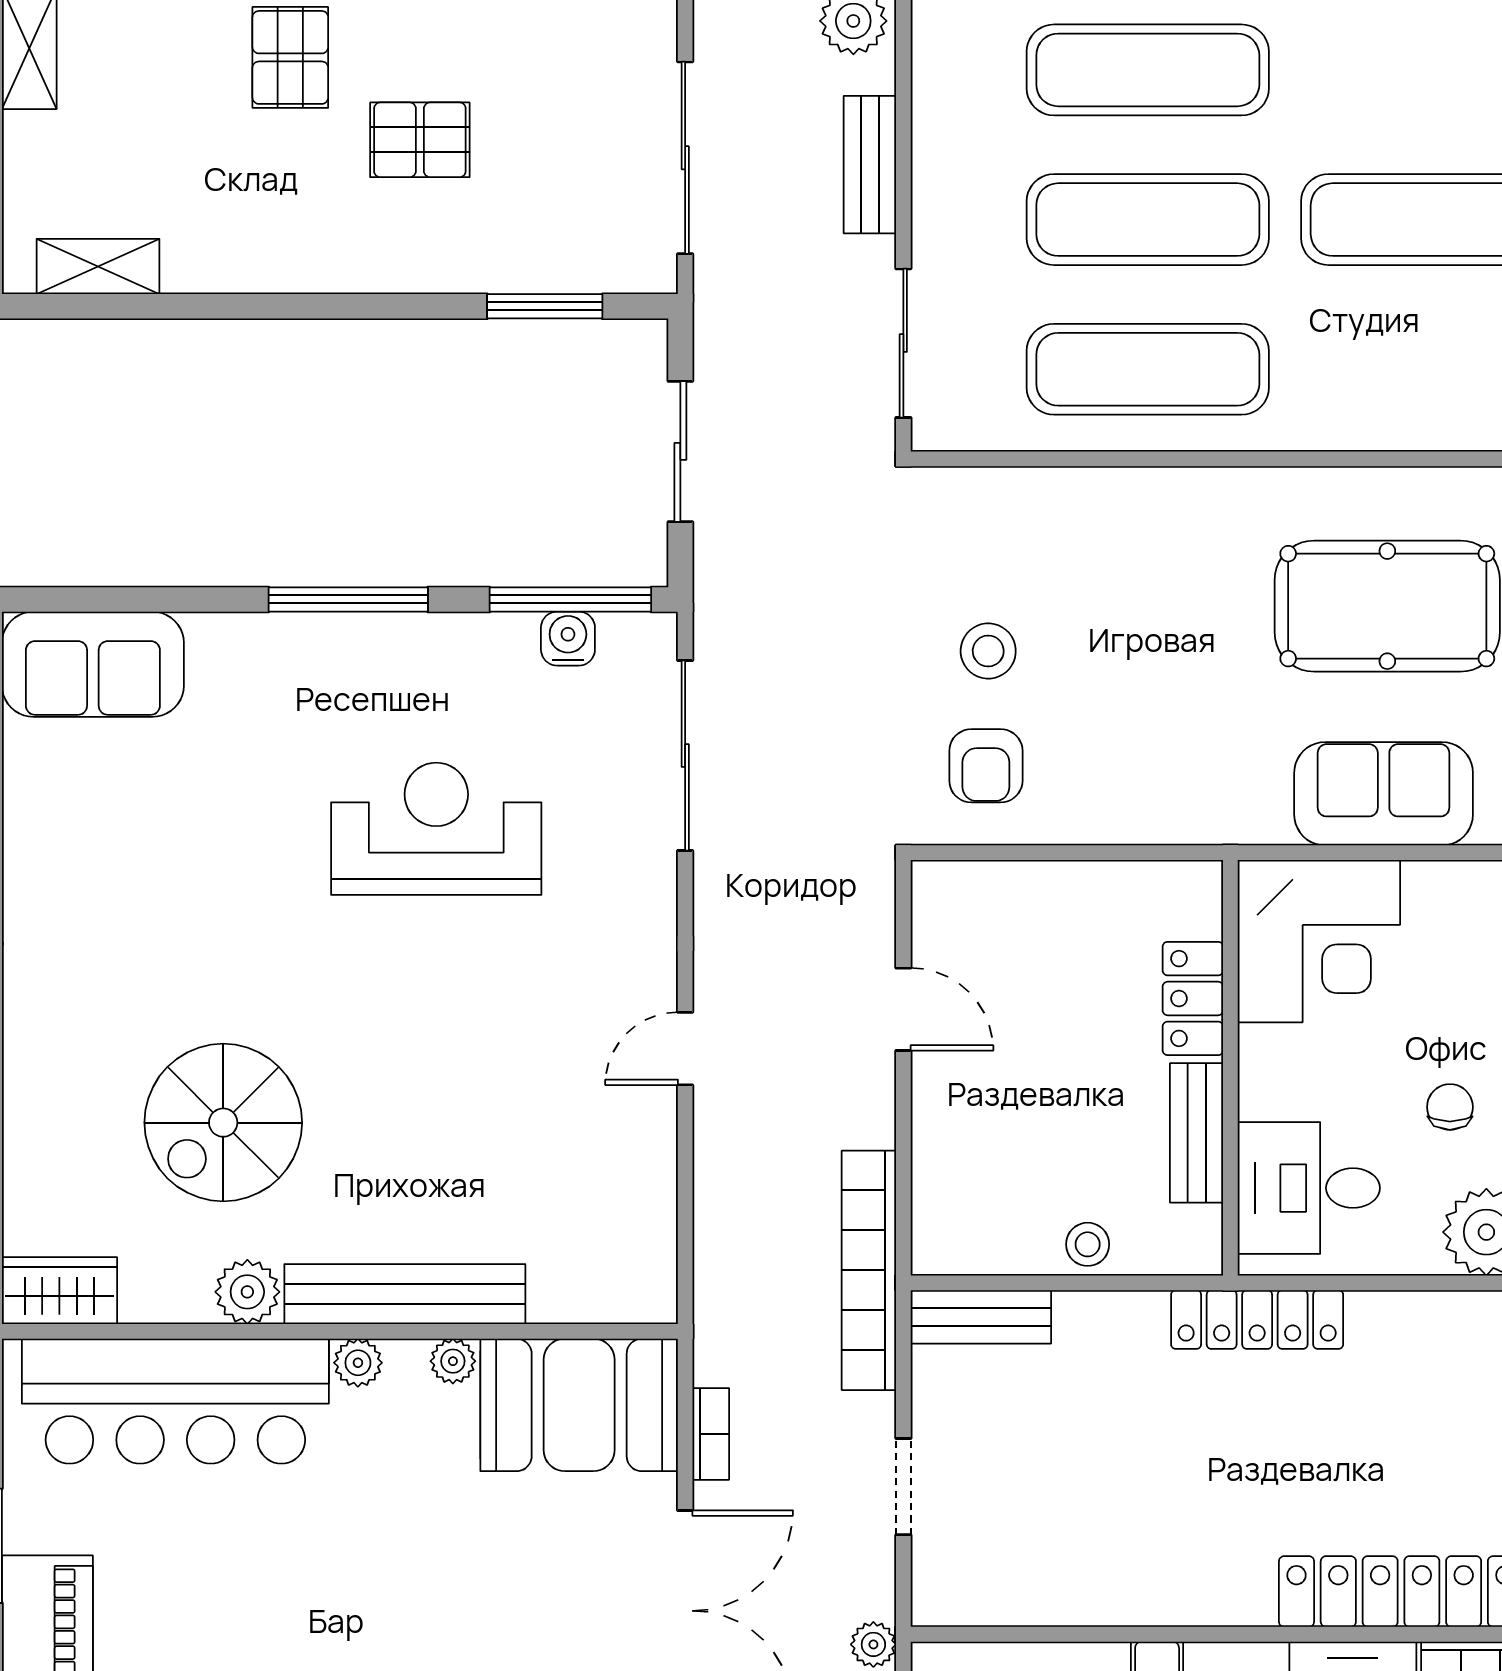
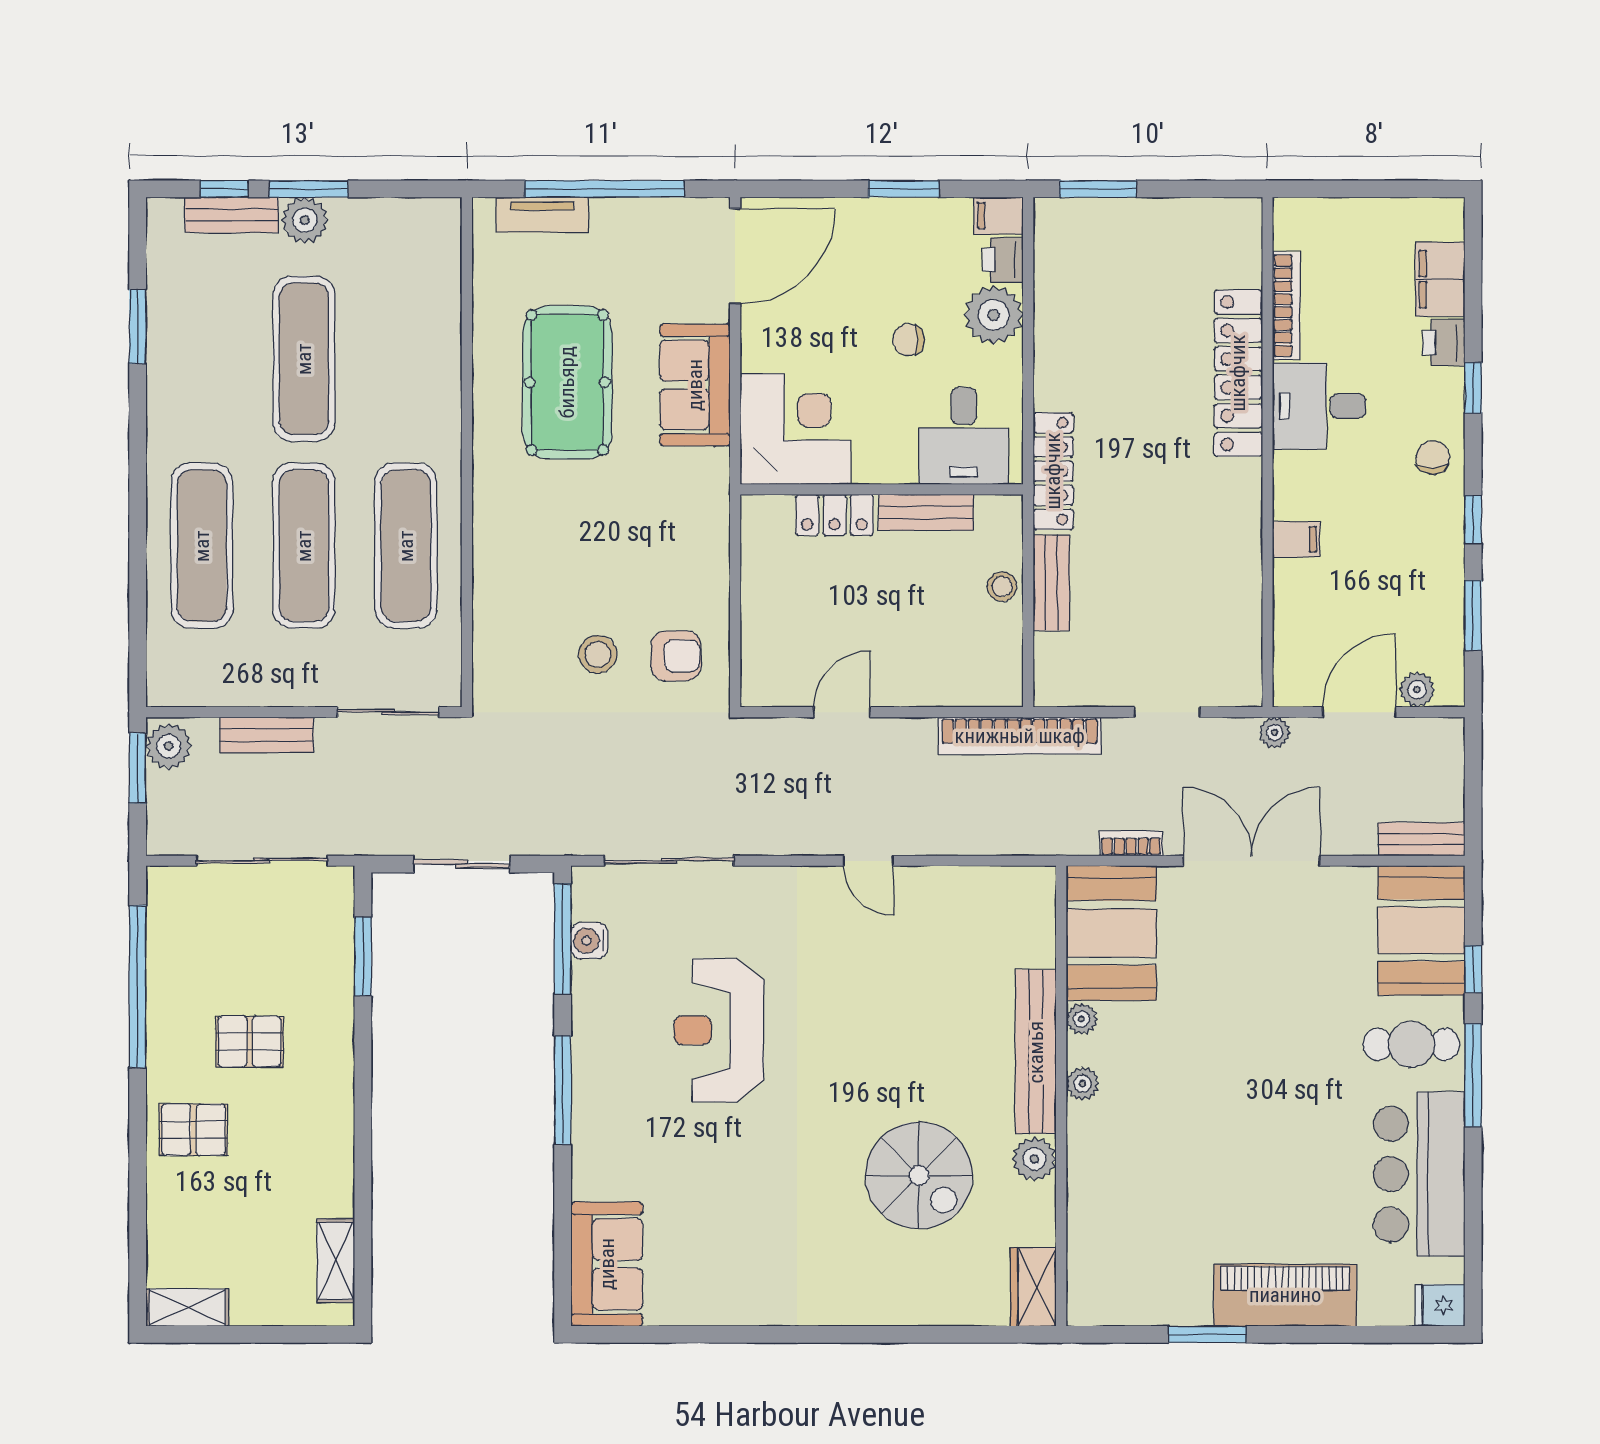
pallet: (420, 140) -> (250, 1041), turned 90
bench: (981, 1317) -> (1051, 583), moved
bar counter: (175, 1401) -> (1109, 1208), removed

